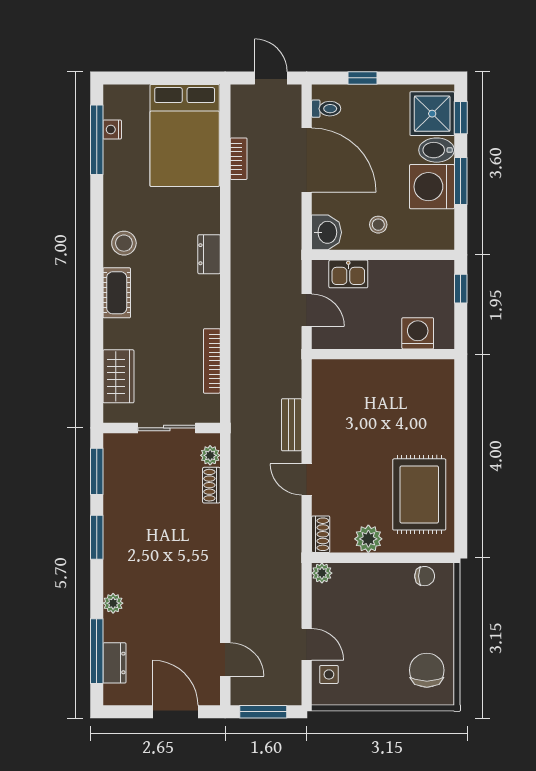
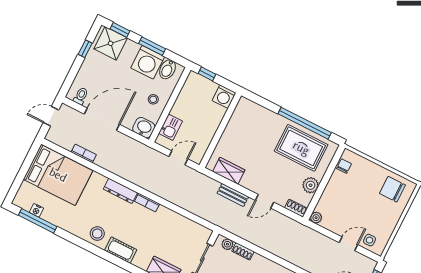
window: (363, 78) -> (85, 49), moved
bidet: (437, 150) -> (167, 69), moved
dresser: (209, 254) -> (120, 191), width x1.44
washing machine: (418, 333) -> (224, 97), moved, turned -90
bookcase: (212, 361) -> (147, 203), moved, width x0.64
wardrobe: (326, 399) -> (229, 171), added
window: (461, 480) -> (305, 123), added

